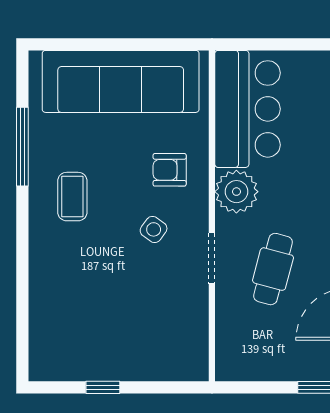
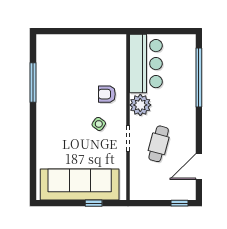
sofa: (121, 81) -> (80, 184), moved, turned 180
coffee table: (72, 197) -> (58, 107), removed
window: (103, 387) -> (94, 203), moved

